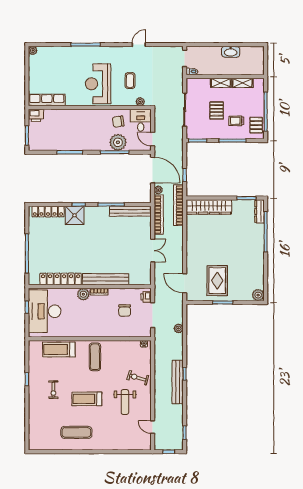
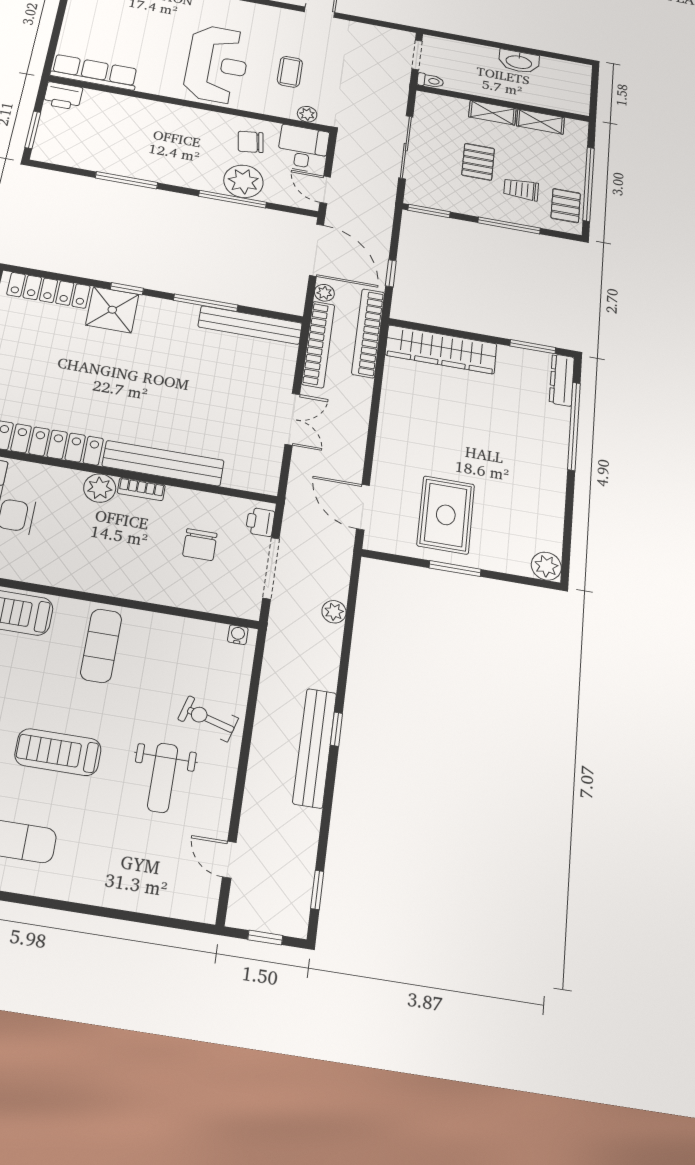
reception desk: (98, 84) -> (217, 64), turned 180

